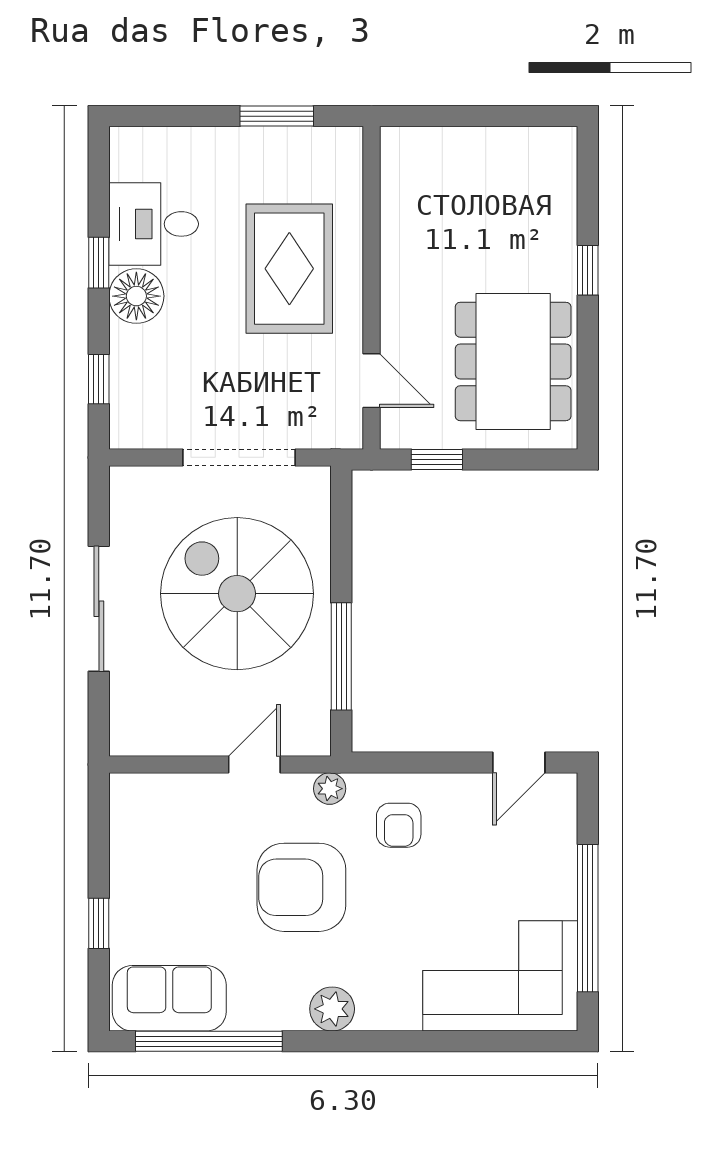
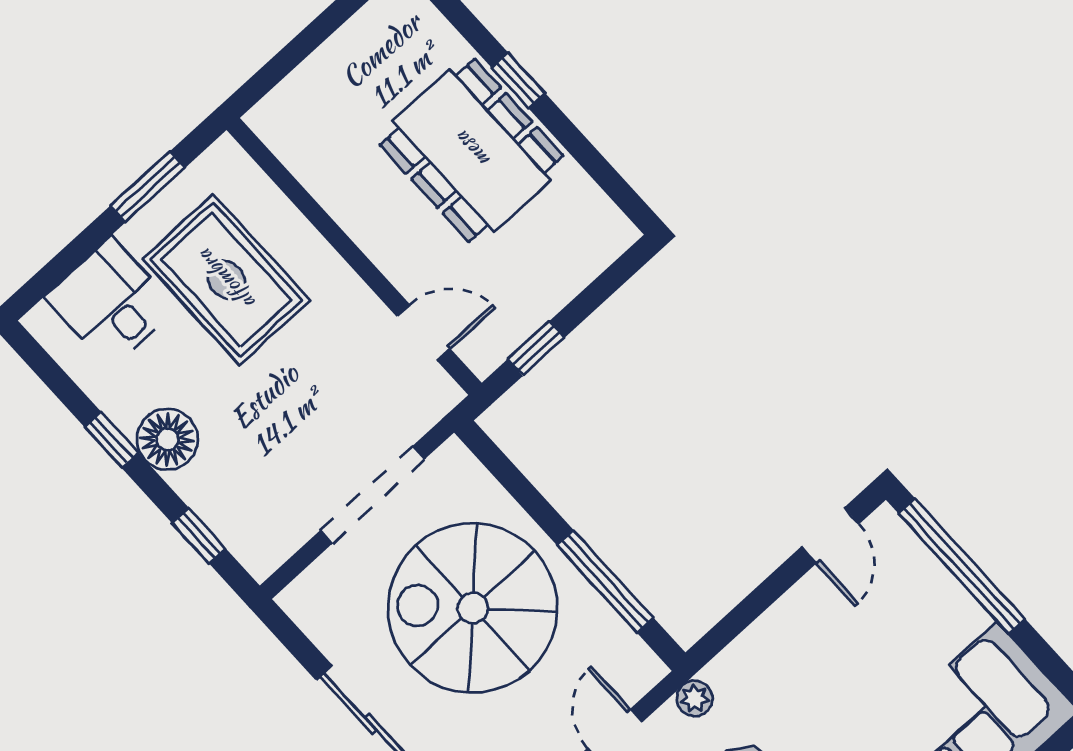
desk: (154, 224) -> (111, 303), moved, turned 90
rug: (289, 269) -> (226, 280), moved
dining table: (513, 361) -> (472, 150), moved
armchair: (399, 825) -> (779, 677), removed
window: (588, 918) -> (962, 566), moved

